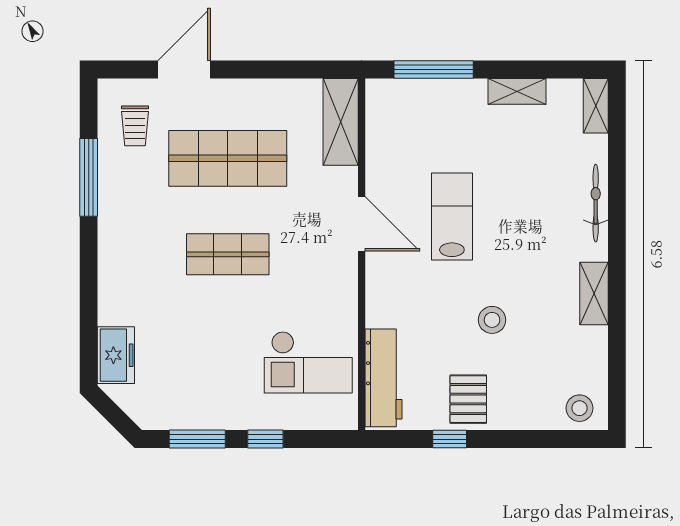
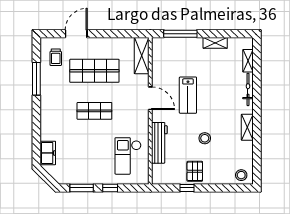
shelving: (596, 106) -> (248, 61), moved
lab bench: (452, 217) -> (188, 95), turned 180
checkout: (308, 362) -> (128, 156), turned 90
workbench: (384, 378) -> (159, 143), moved

